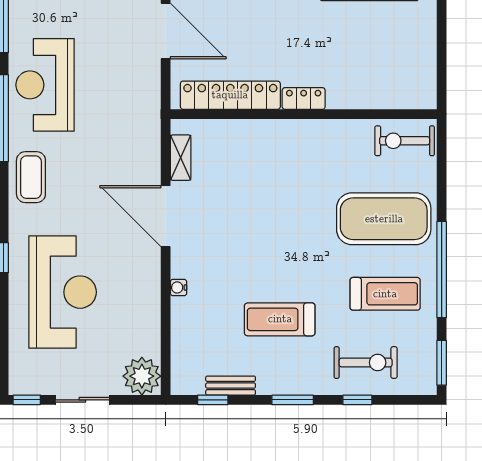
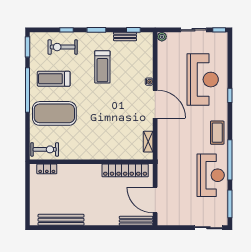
locker: (304, 98) -> (47, 169), moved
door: (166, 216) -> (155, 104), moved
reception desk: (63, 292) -> (203, 80), turned 180
treadmill: (280, 319) -> (102, 67), turned 90
plant: (142, 376) -> (162, 37), width x0.53, depth x0.53

